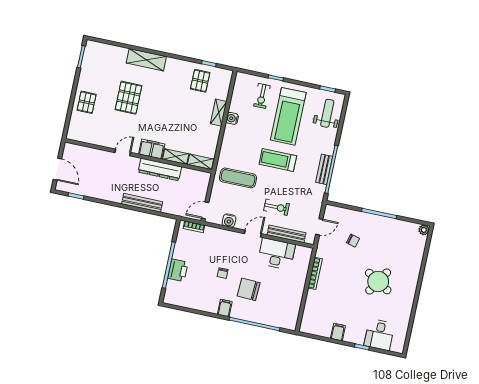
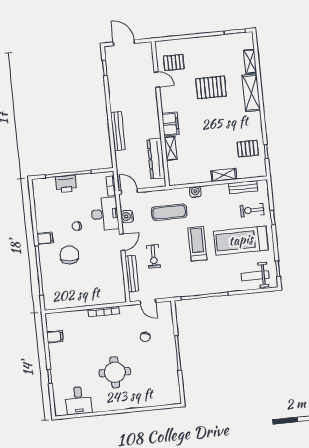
pallet: (87, 102) -> (174, 62), moved
weight bench: (327, 113) -> (255, 276), turned 180
water cooler: (232, 118) -> (195, 192), moved
door: (123, 152) -> (157, 79), moved
shelving: (201, 162) -> (250, 61), moved
door: (57, 169) -> (124, 43), swing flipped
dresser: (160, 169) -> (156, 159), moved
bench: (324, 169) -> (243, 187), moved
exercise mat: (238, 178) -> (169, 212), turned 90
plant: (424, 230) -> (176, 399), removed
door: (253, 234) -> (122, 242), hinge flipped
desk: (276, 254) -> (105, 214), moved
round table: (378, 281) -> (115, 372), turned -31
filing cabinet: (338, 332) -> (55, 337), moved
desk: (379, 335) -> (79, 400), moved, turned -90

